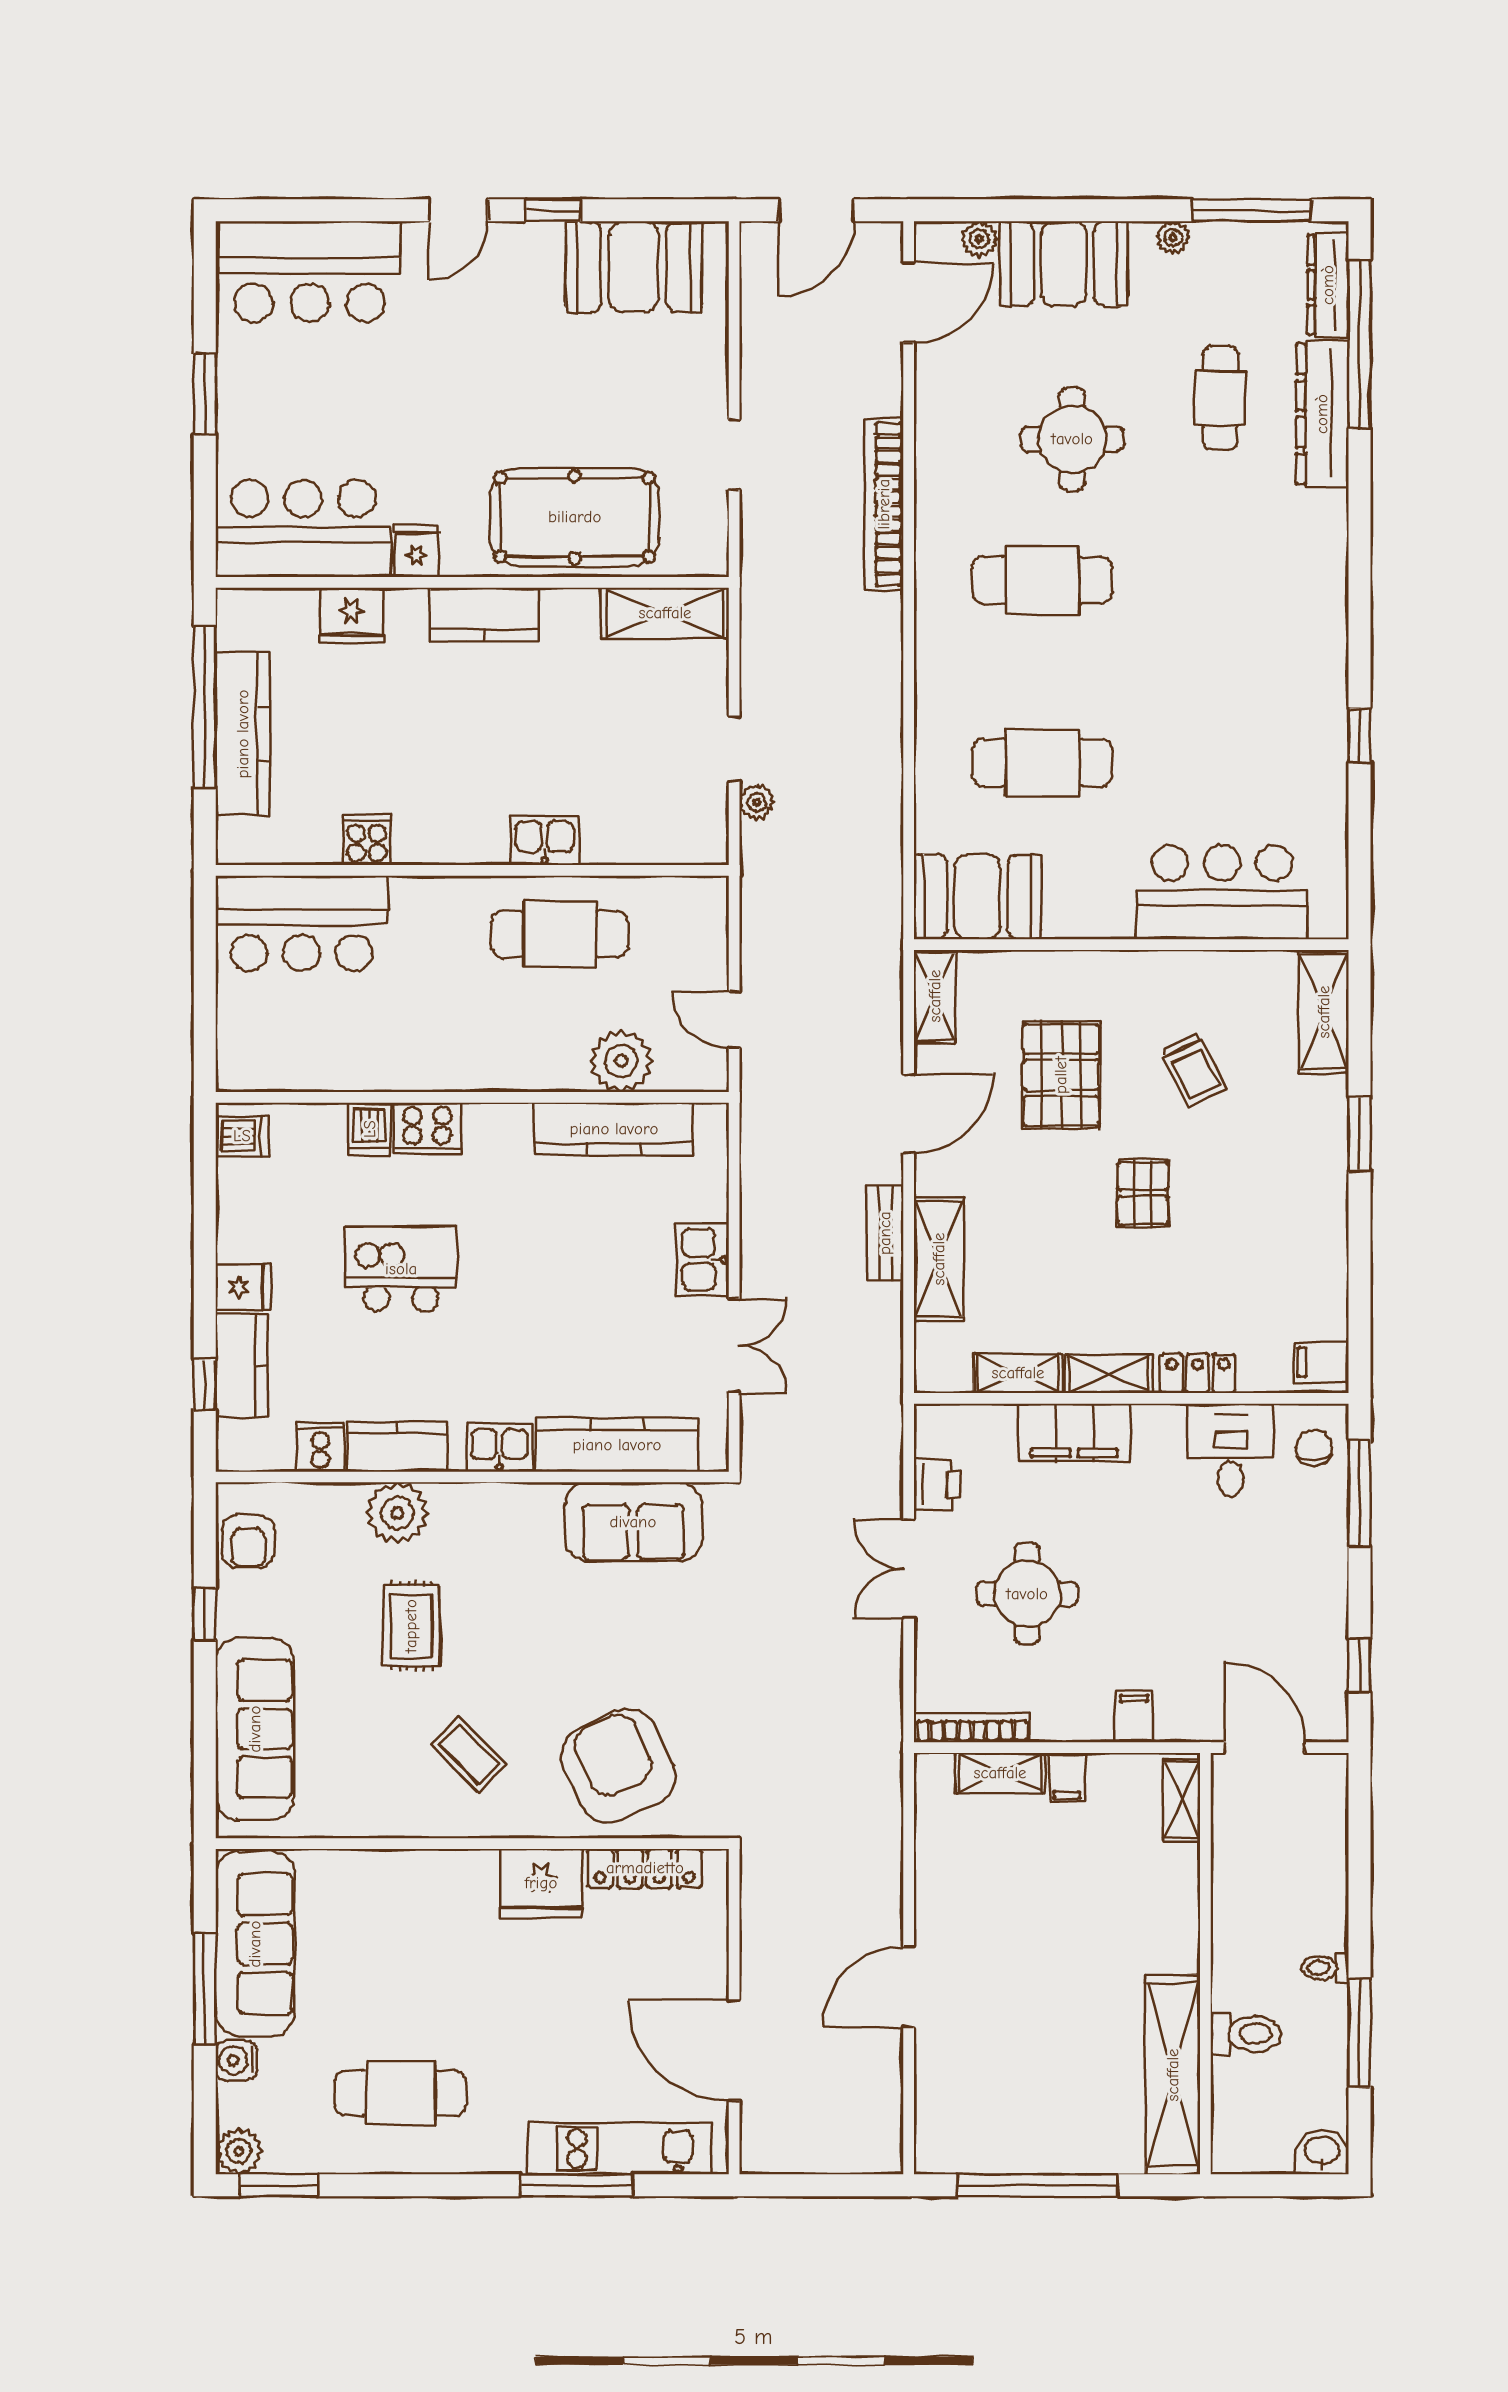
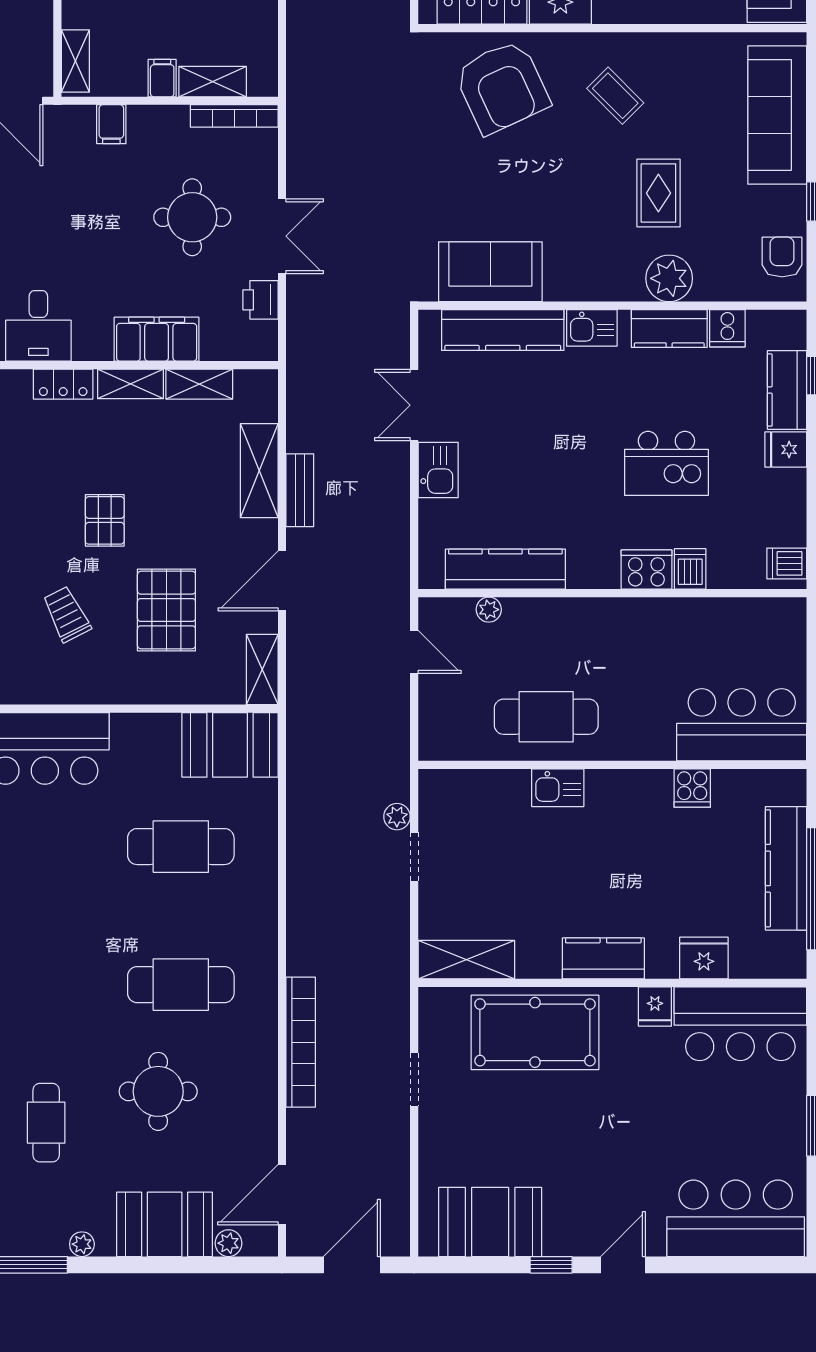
plant: (621, 1061) -> (489, 610), width x0.53, depth x0.53

